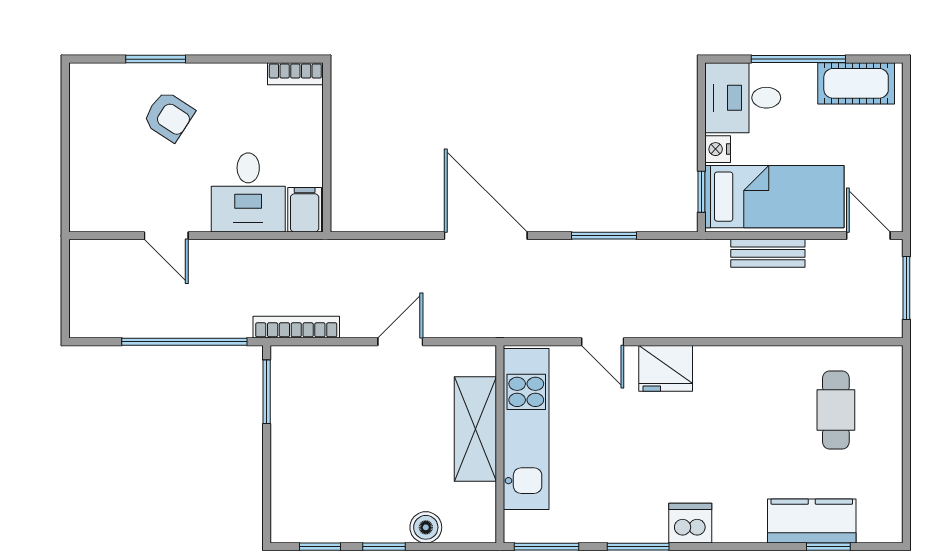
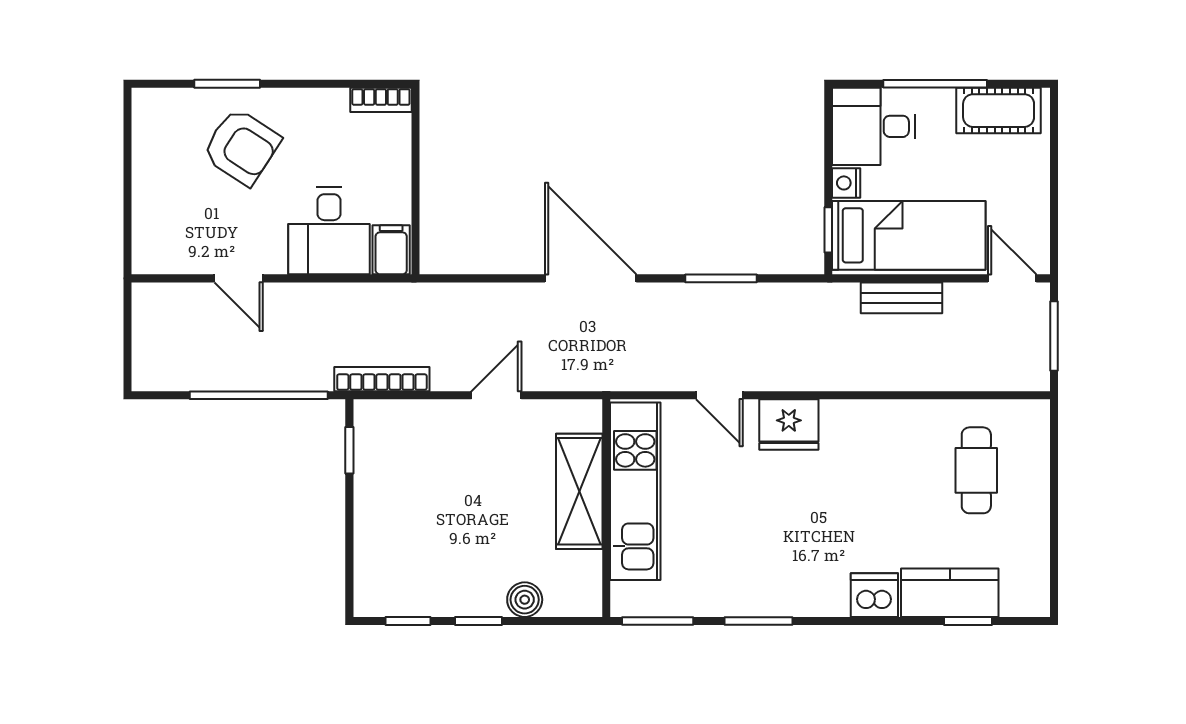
armchair: (169, 116) -> (242, 147), width x1.38, depth x1.38
window: (267, 392) -> (349, 450), width x0.67
dishwasher: (690, 523) -> (874, 595), moved

